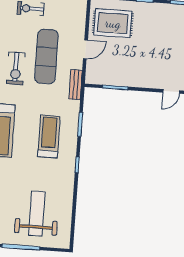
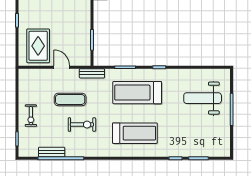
exercise mat: (46, 57) -> (70, 99), width x0.73, depth x0.69
treadmill: (49, 137) -> (137, 93), width x1.37, depth x1.38

